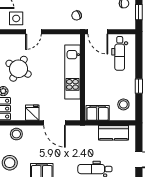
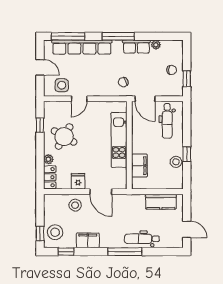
stool: (123, 104) -> (176, 162), moved
filing cabinet: (98, 113) -> (139, 166), moved, turned 90
stool: (16, 134) -> (75, 205), moved

